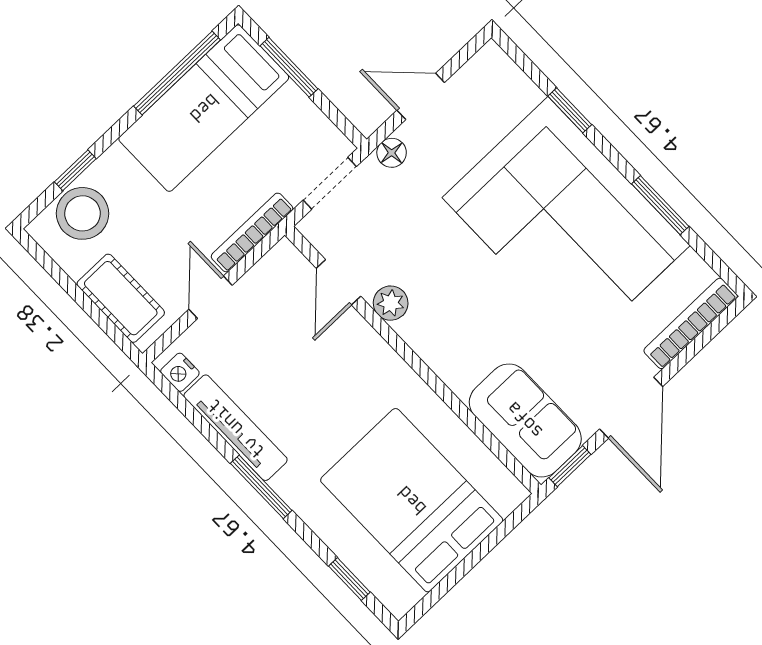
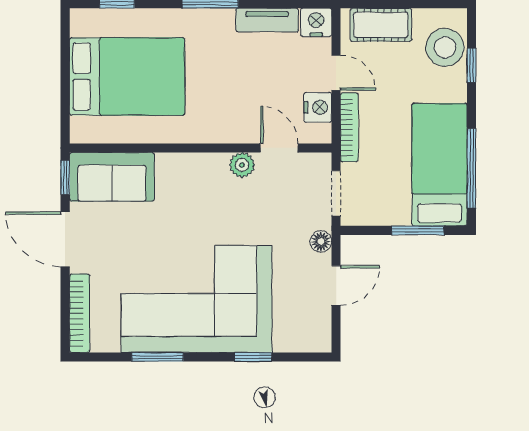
nightstand: (262, 282) -> (318, 107), added
nightstand: (180, 372) -> (316, 22), width x1.39, depth x1.35
tv unit: (236, 428) -> (267, 20), width x0.71

